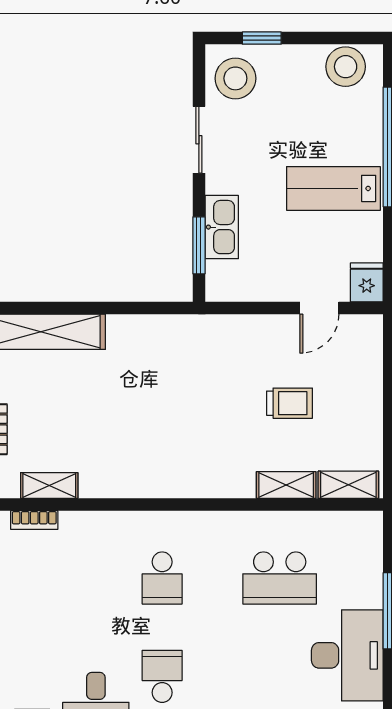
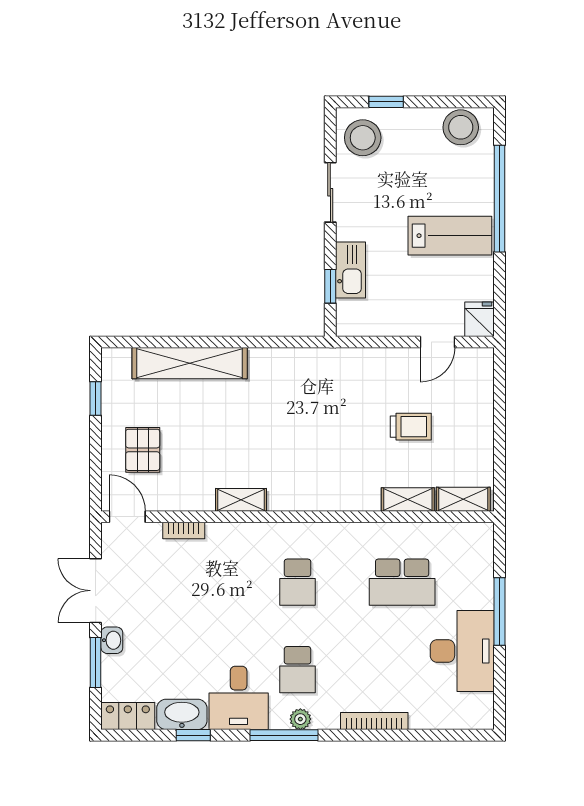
lab bench: (333, 188) -> (450, 236), turned 180
window: (199, 245) -> (330, 286), width x0.67
shelving: (49, 485) -> (241, 500), moved
school desk: (162, 676) -> (297, 670), turned 180

